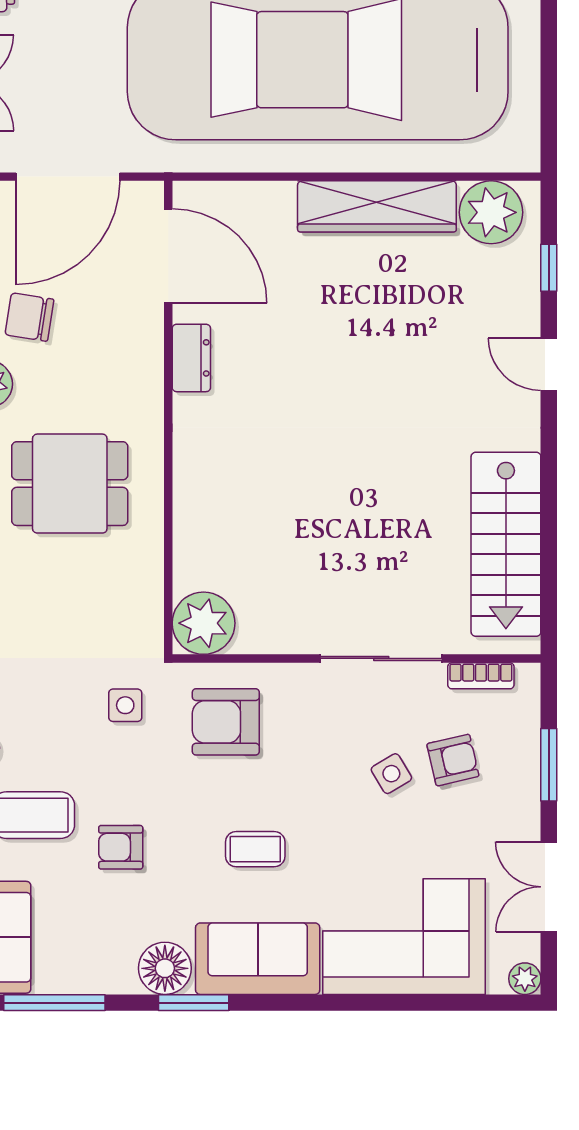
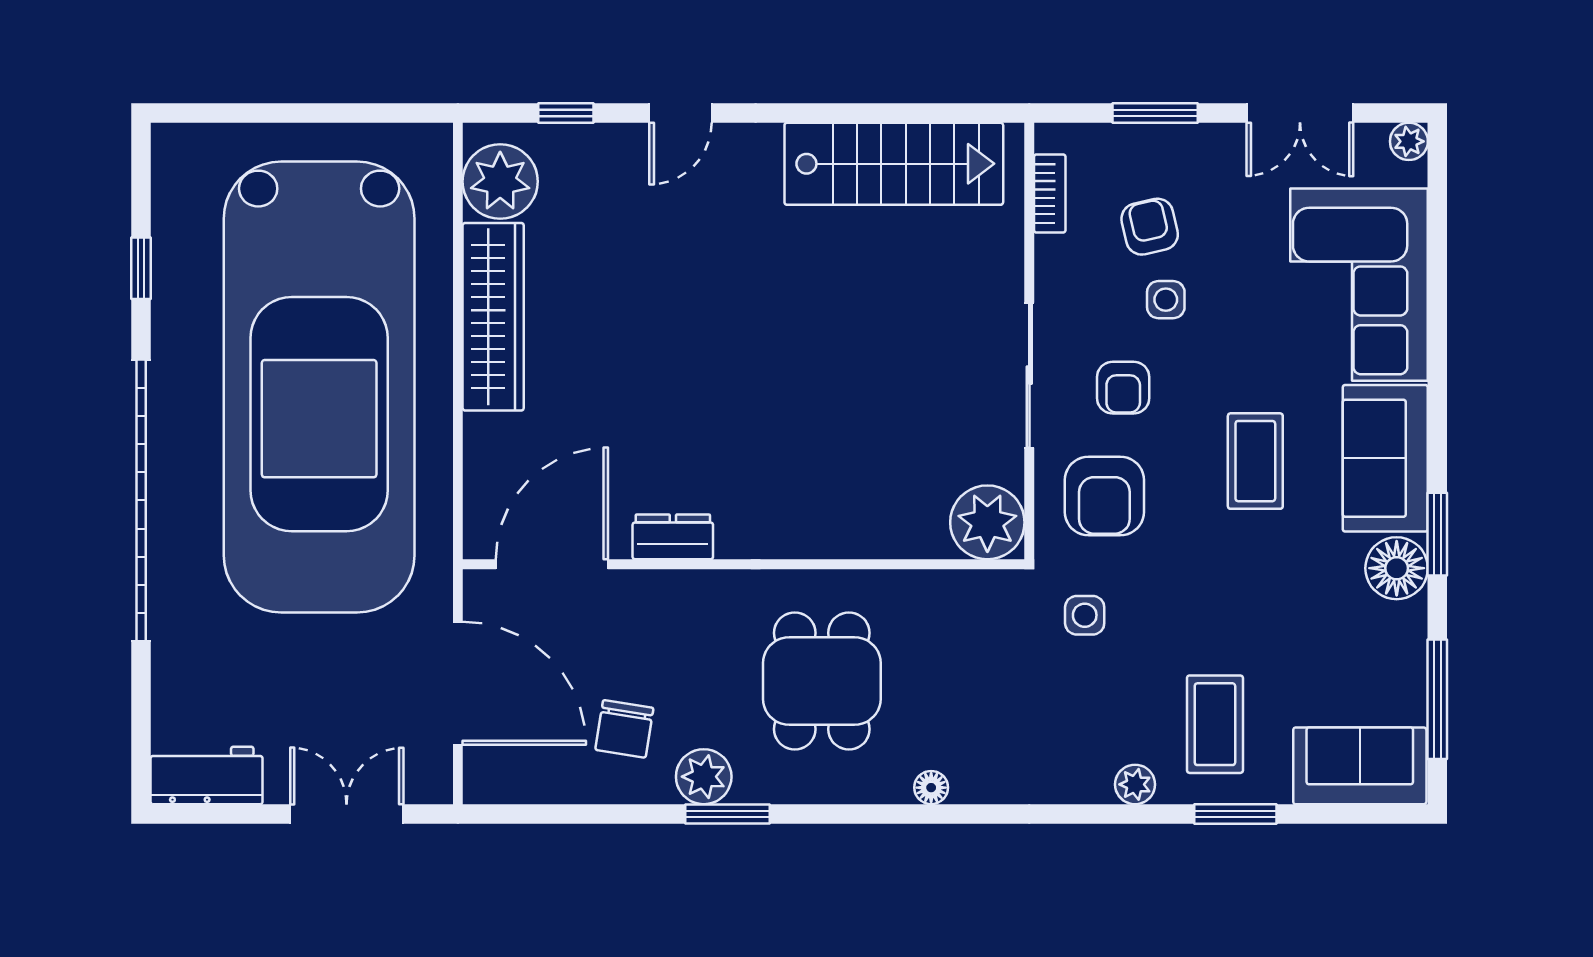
sliding door: (381, 658) -> (1029, 375), moved
side table: (391, 774) -> (1166, 300), turned 31
armchair: (121, 847) -> (1123, 388), moved
coffee table: (255, 849) -> (1255, 461), width x1.36, depth x1.30

